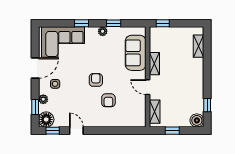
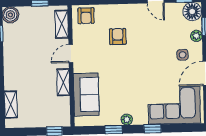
armchair: (96, 80) -> (86, 16), moved
door: (148, 87) -> (71, 53), swing flipped

